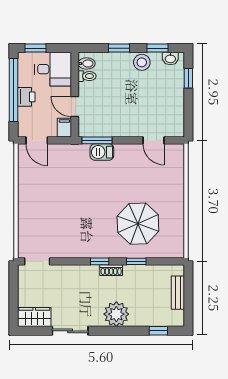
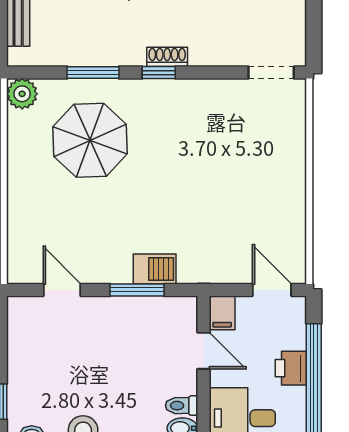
window: (97, 140) -> (137, 290), moved
plant: (176, 250) -> (22, 94), added
window: (136, 261) -> (93, 73), width x1.50
shoe rack: (111, 270) -> (167, 57), moved

